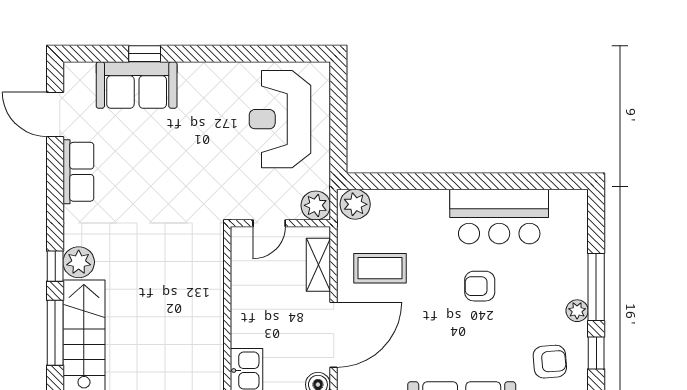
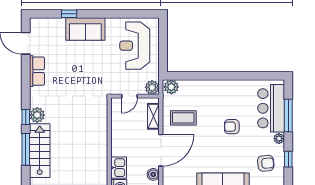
sofa: (137, 85) -> (85, 29), moved
bar counter: (499, 217) -> (271, 108), moved, turned 90
window: (596, 287) -> (288, 115), moved

